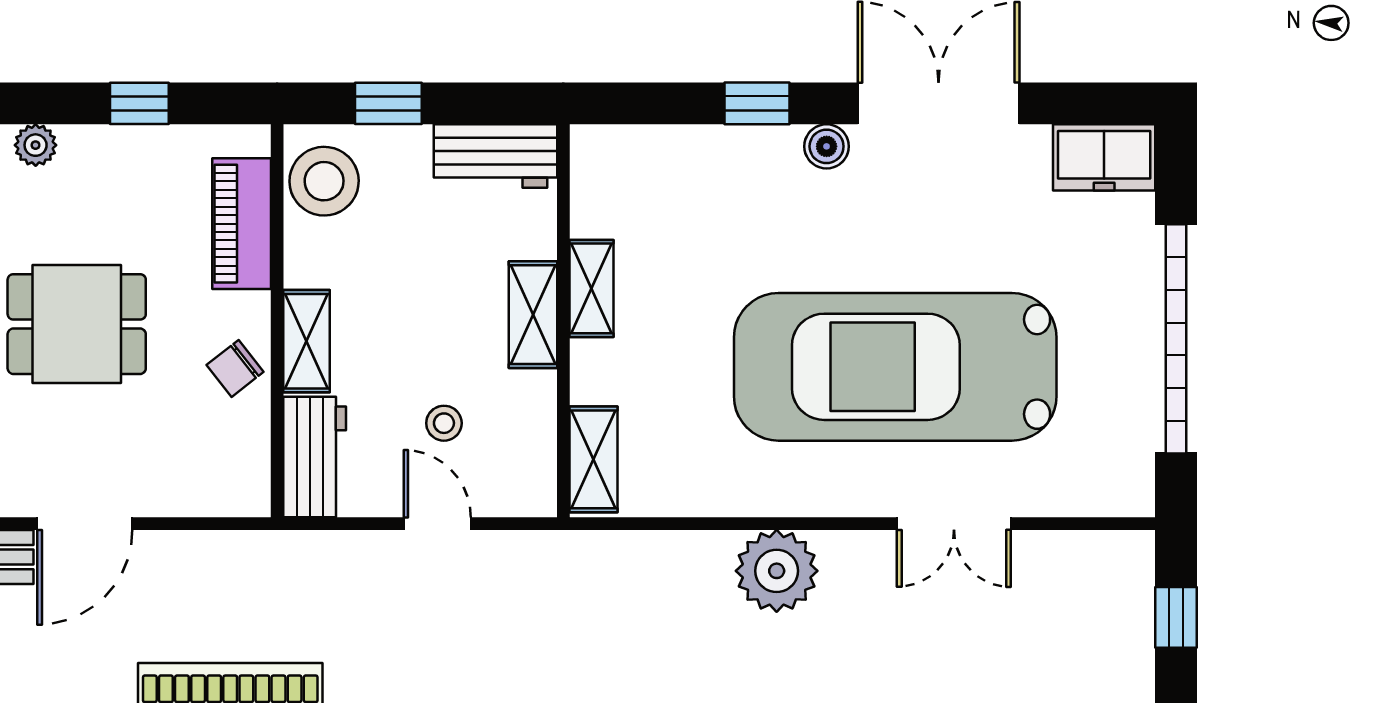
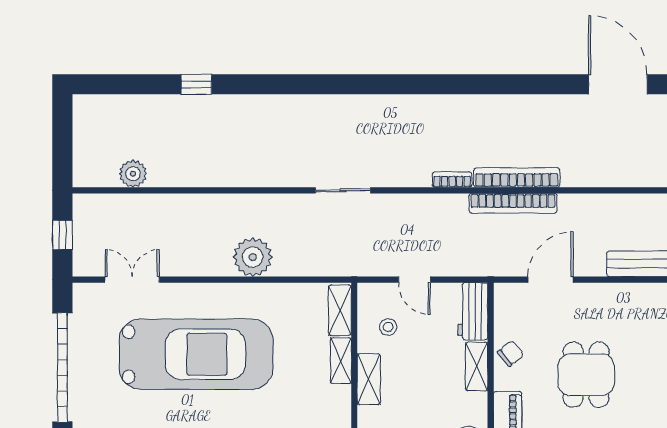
shelving: (591, 288) -> (341, 361), moved
dining table: (77, 324) -> (586, 375), turned 90
stool: (444, 423) -> (388, 327), moved
door: (85, 524) -> (551, 280), moved
double door: (954, 524) -> (132, 280), moved

